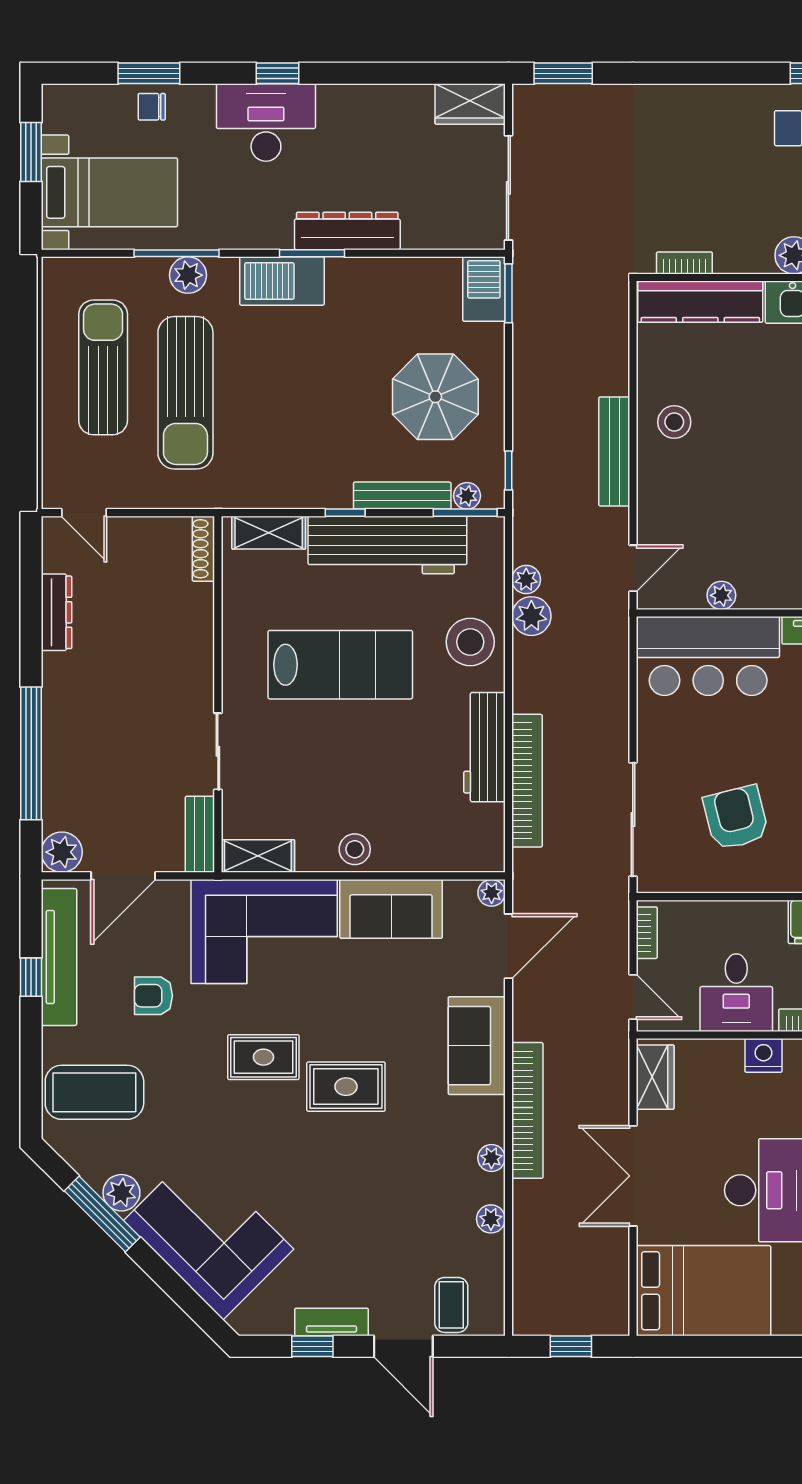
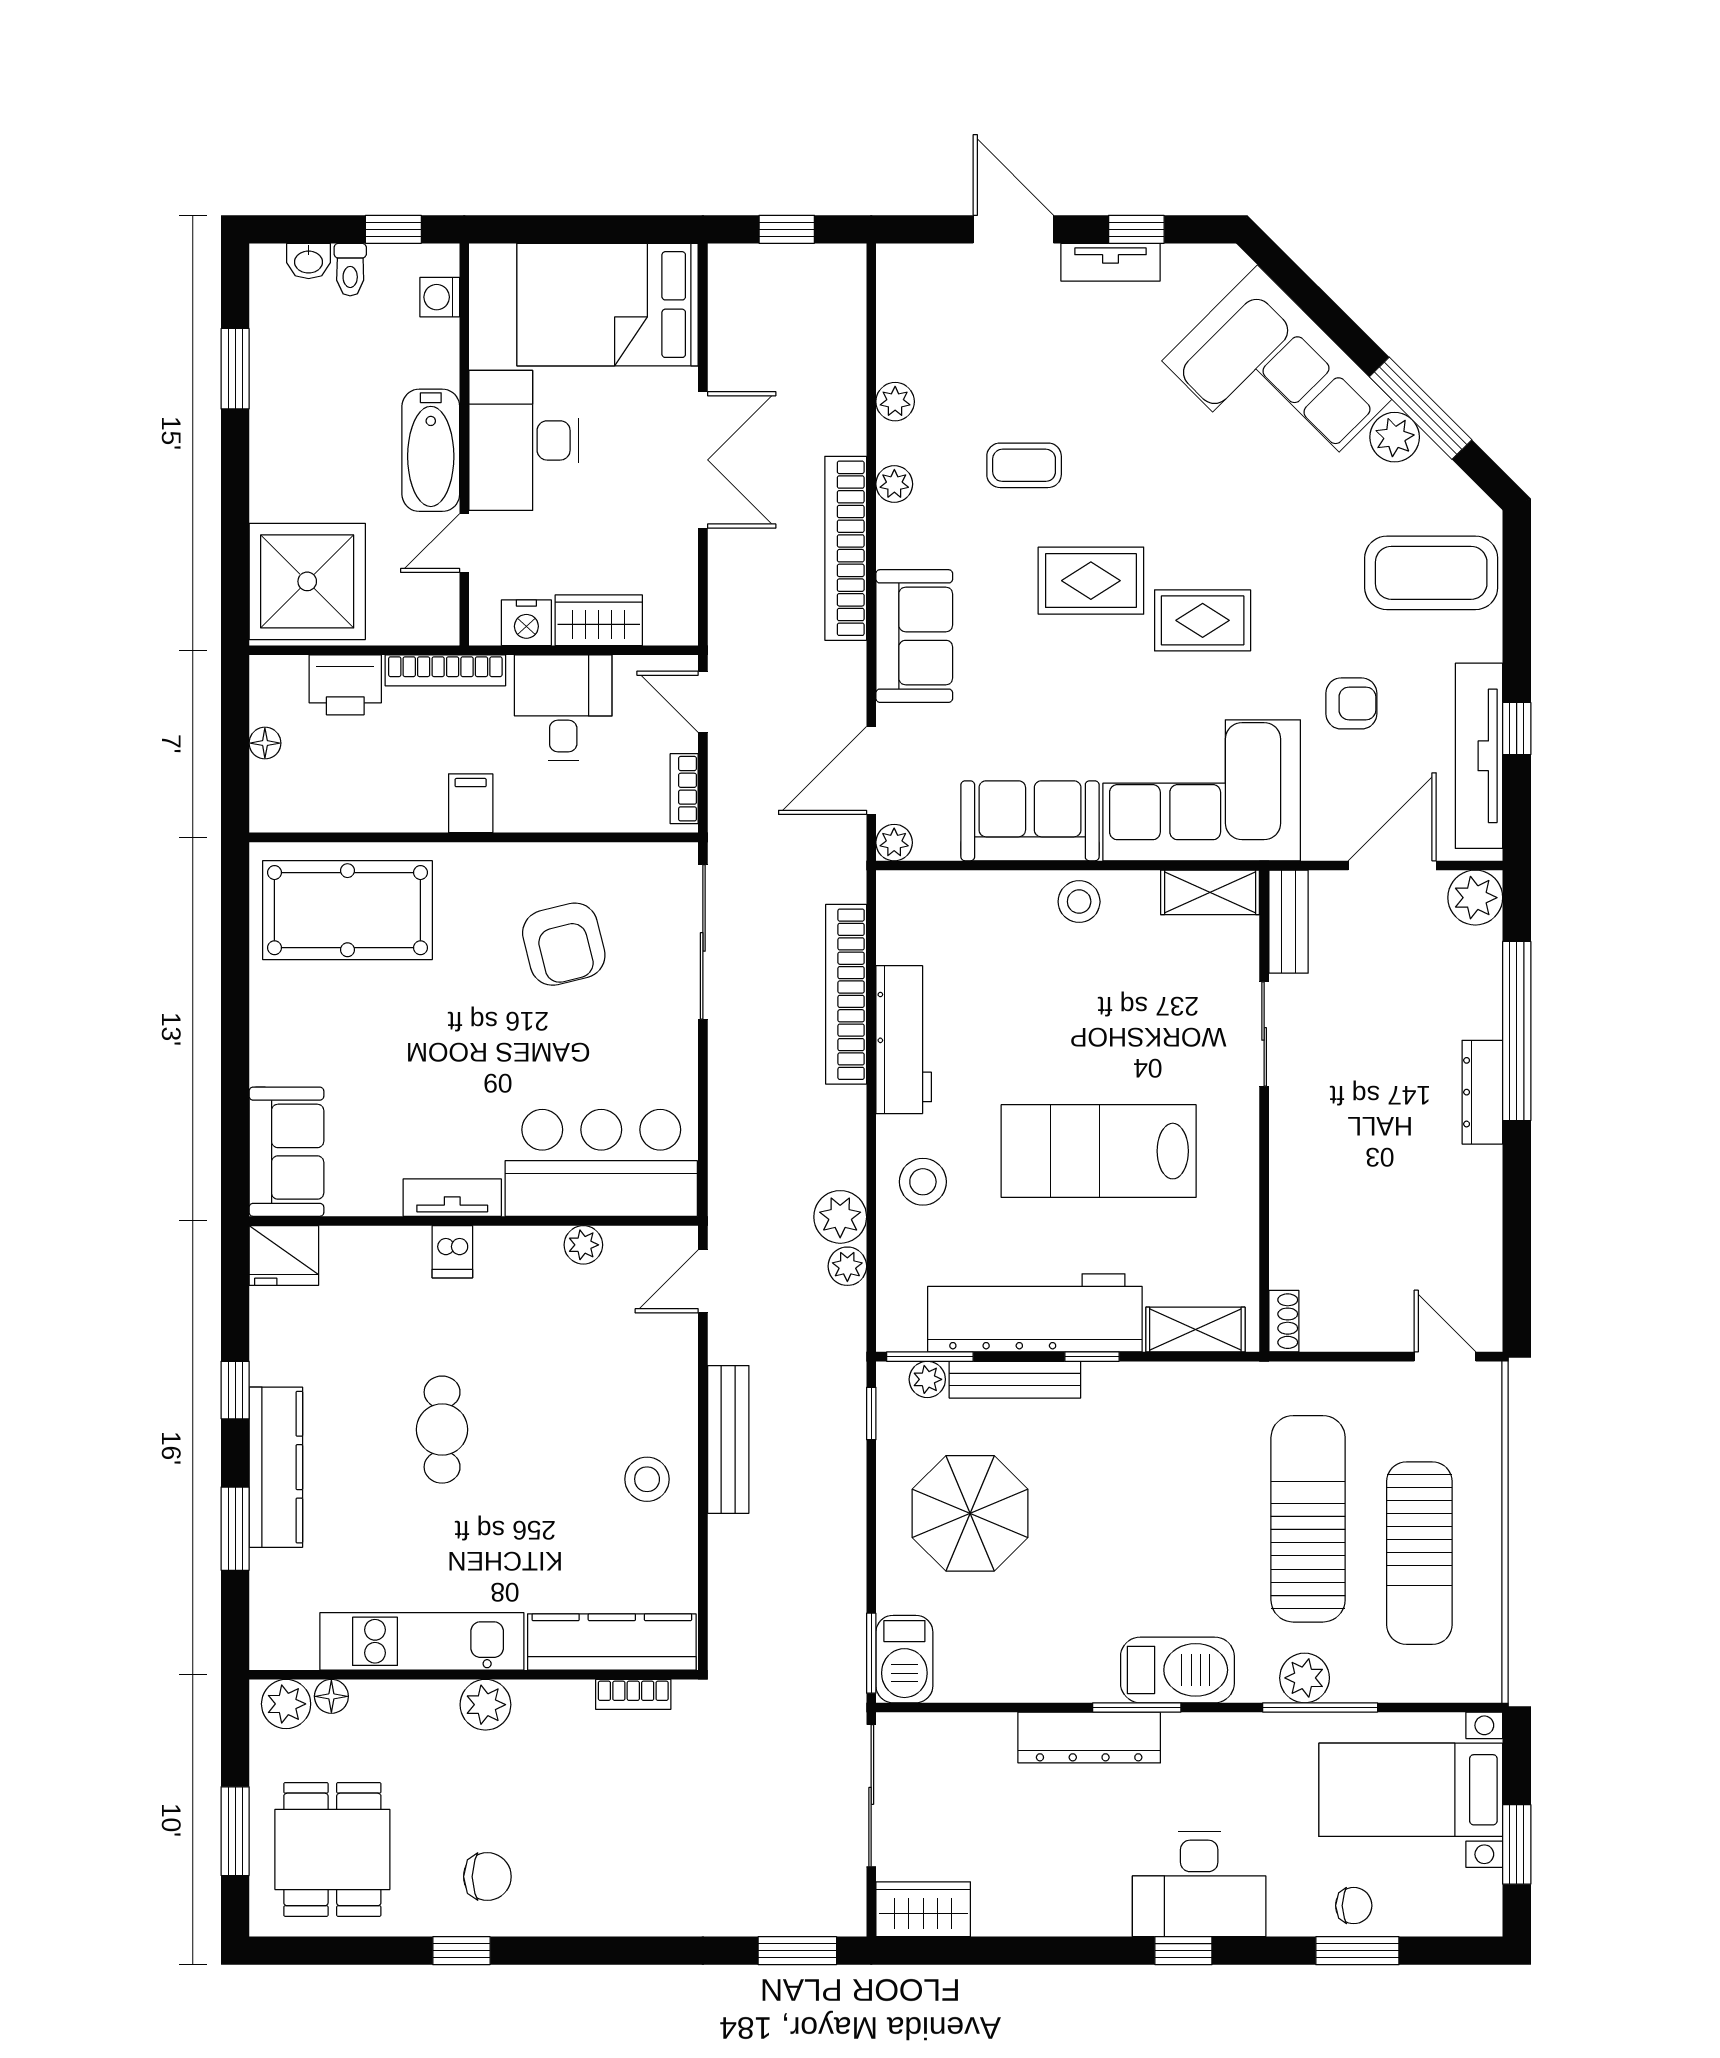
shoe rack: (203, 549) -> (1284, 1321), width x0.70
dresser: (56, 612) -> (1482, 1092), moved
stool: (470, 642) -> (923, 1182), width x0.73, depth x0.73
wardrobe: (655, 1077) -> (599, 620), moved, turned 90
coffee table: (451, 1305) -> (1024, 465), moved, turned 90

